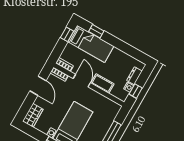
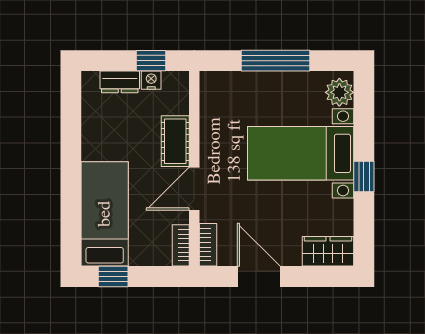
window: (96, 31) -> (71, 218), removed
door: (38, 86) -> (259, 277), hinge flipped

